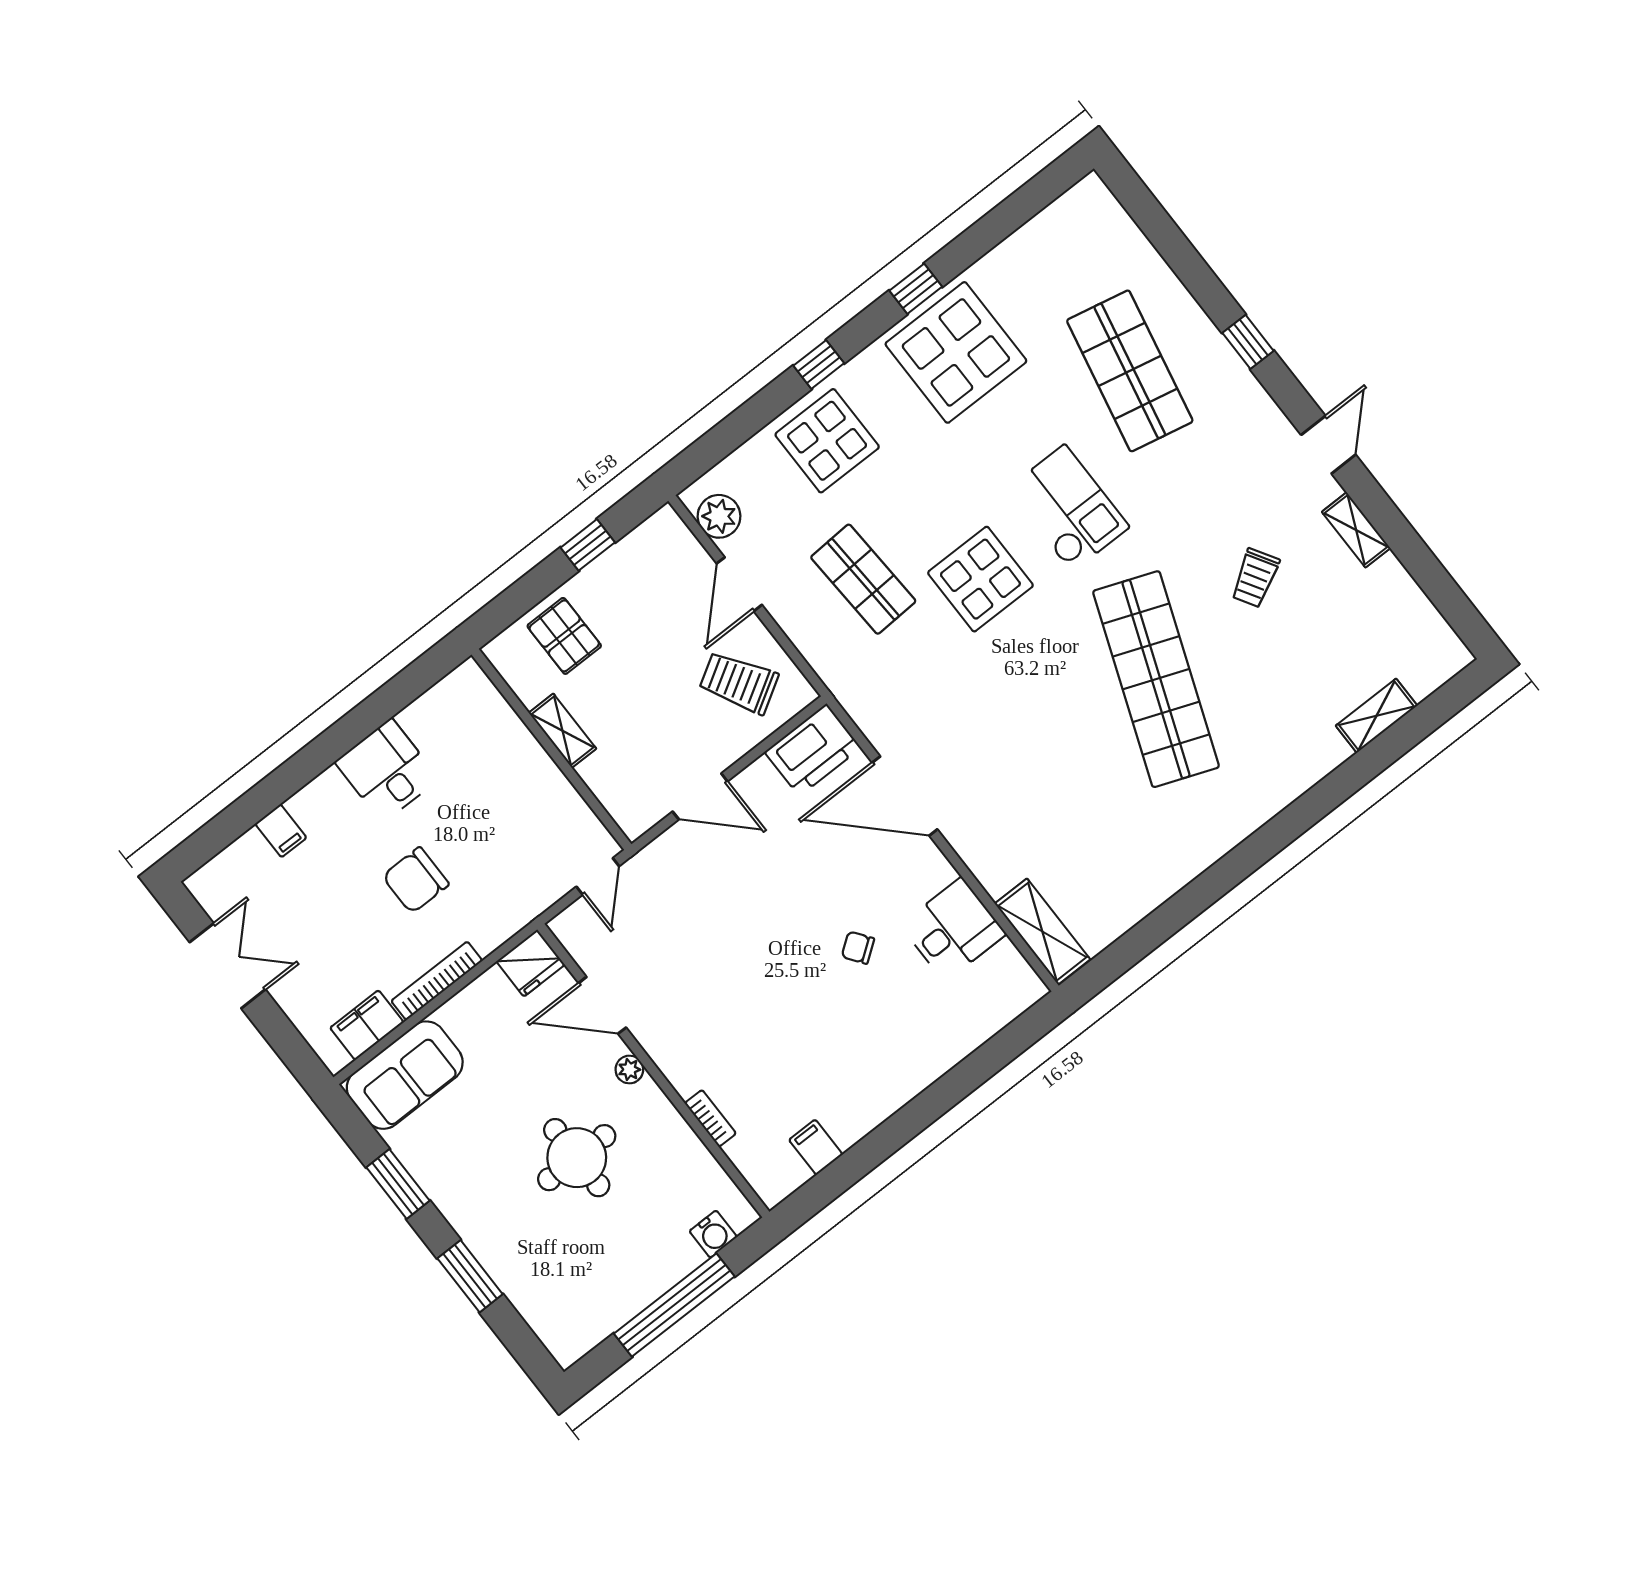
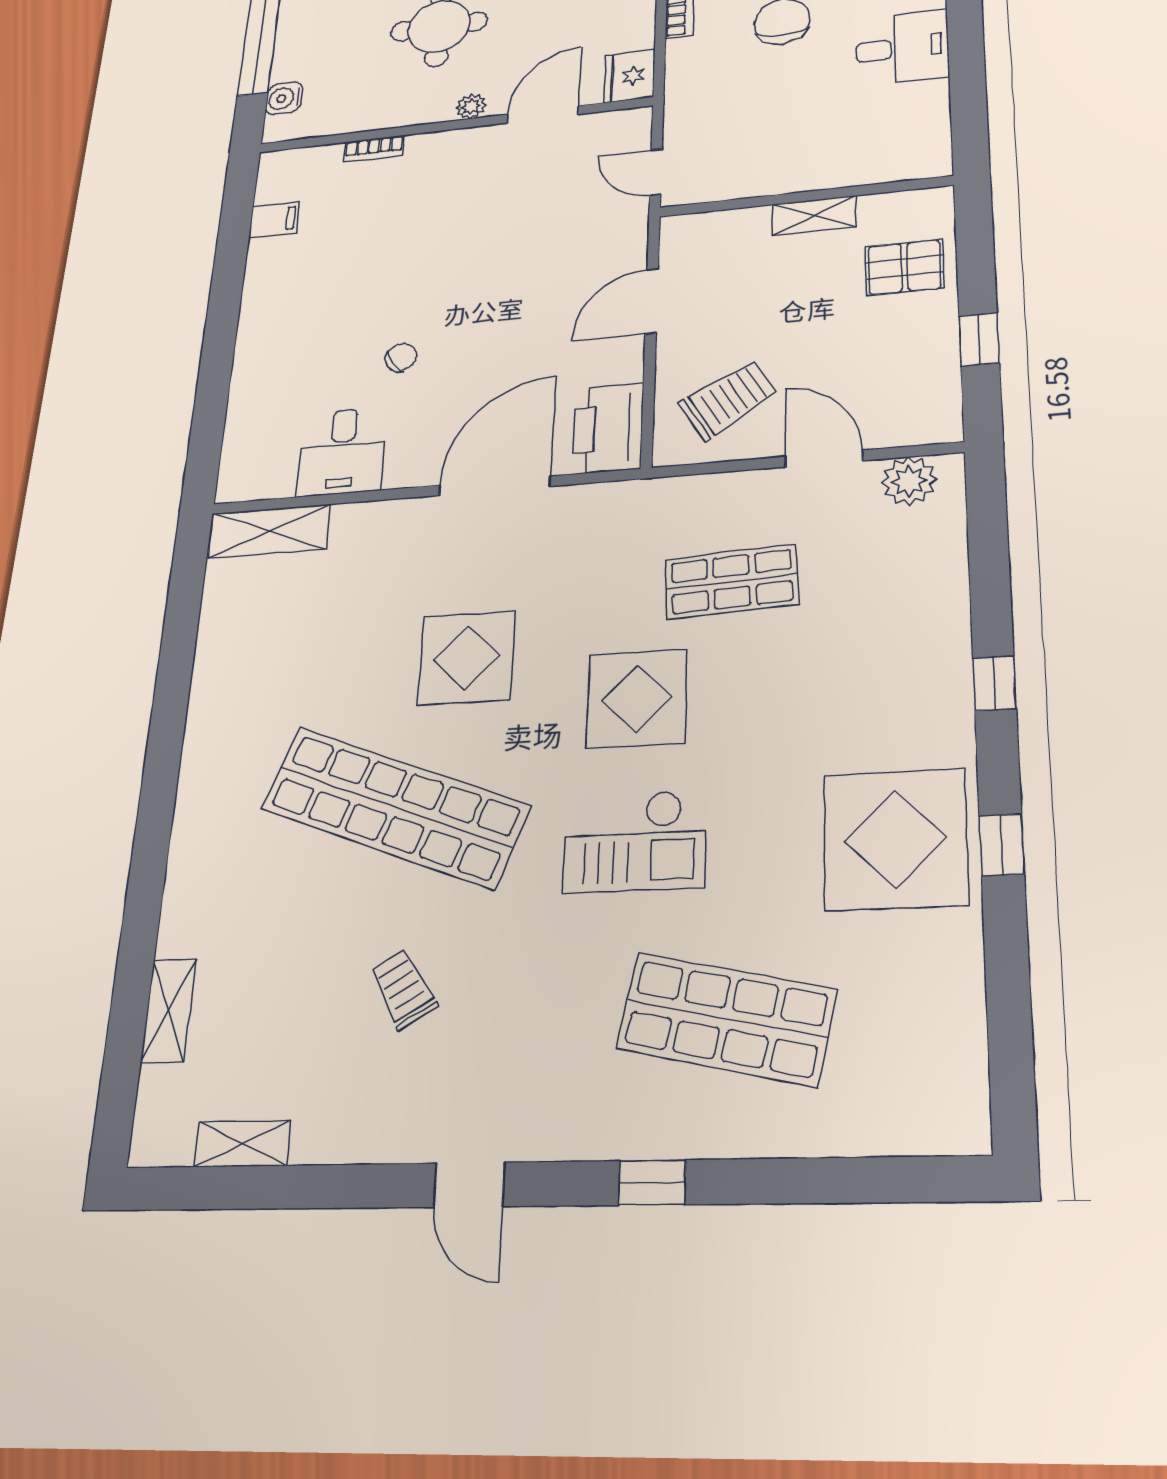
display table: (827, 441) -> (467, 658), moved
shelving: (1356, 530) -> (243, 1144), moved

